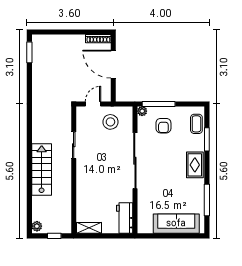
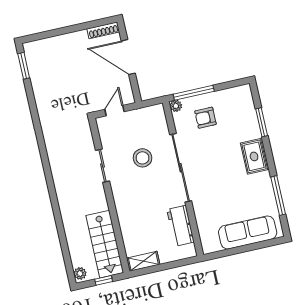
stool: (110, 122) -> (142, 158), moved
coffee table: (196, 124) -> (245, 106), removed
armchair: (163, 126) -> (205, 118), turned 90
stairs: (42, 169) -> (105, 244), moved, turned 180
workbench: (125, 218) -> (181, 226), moved

